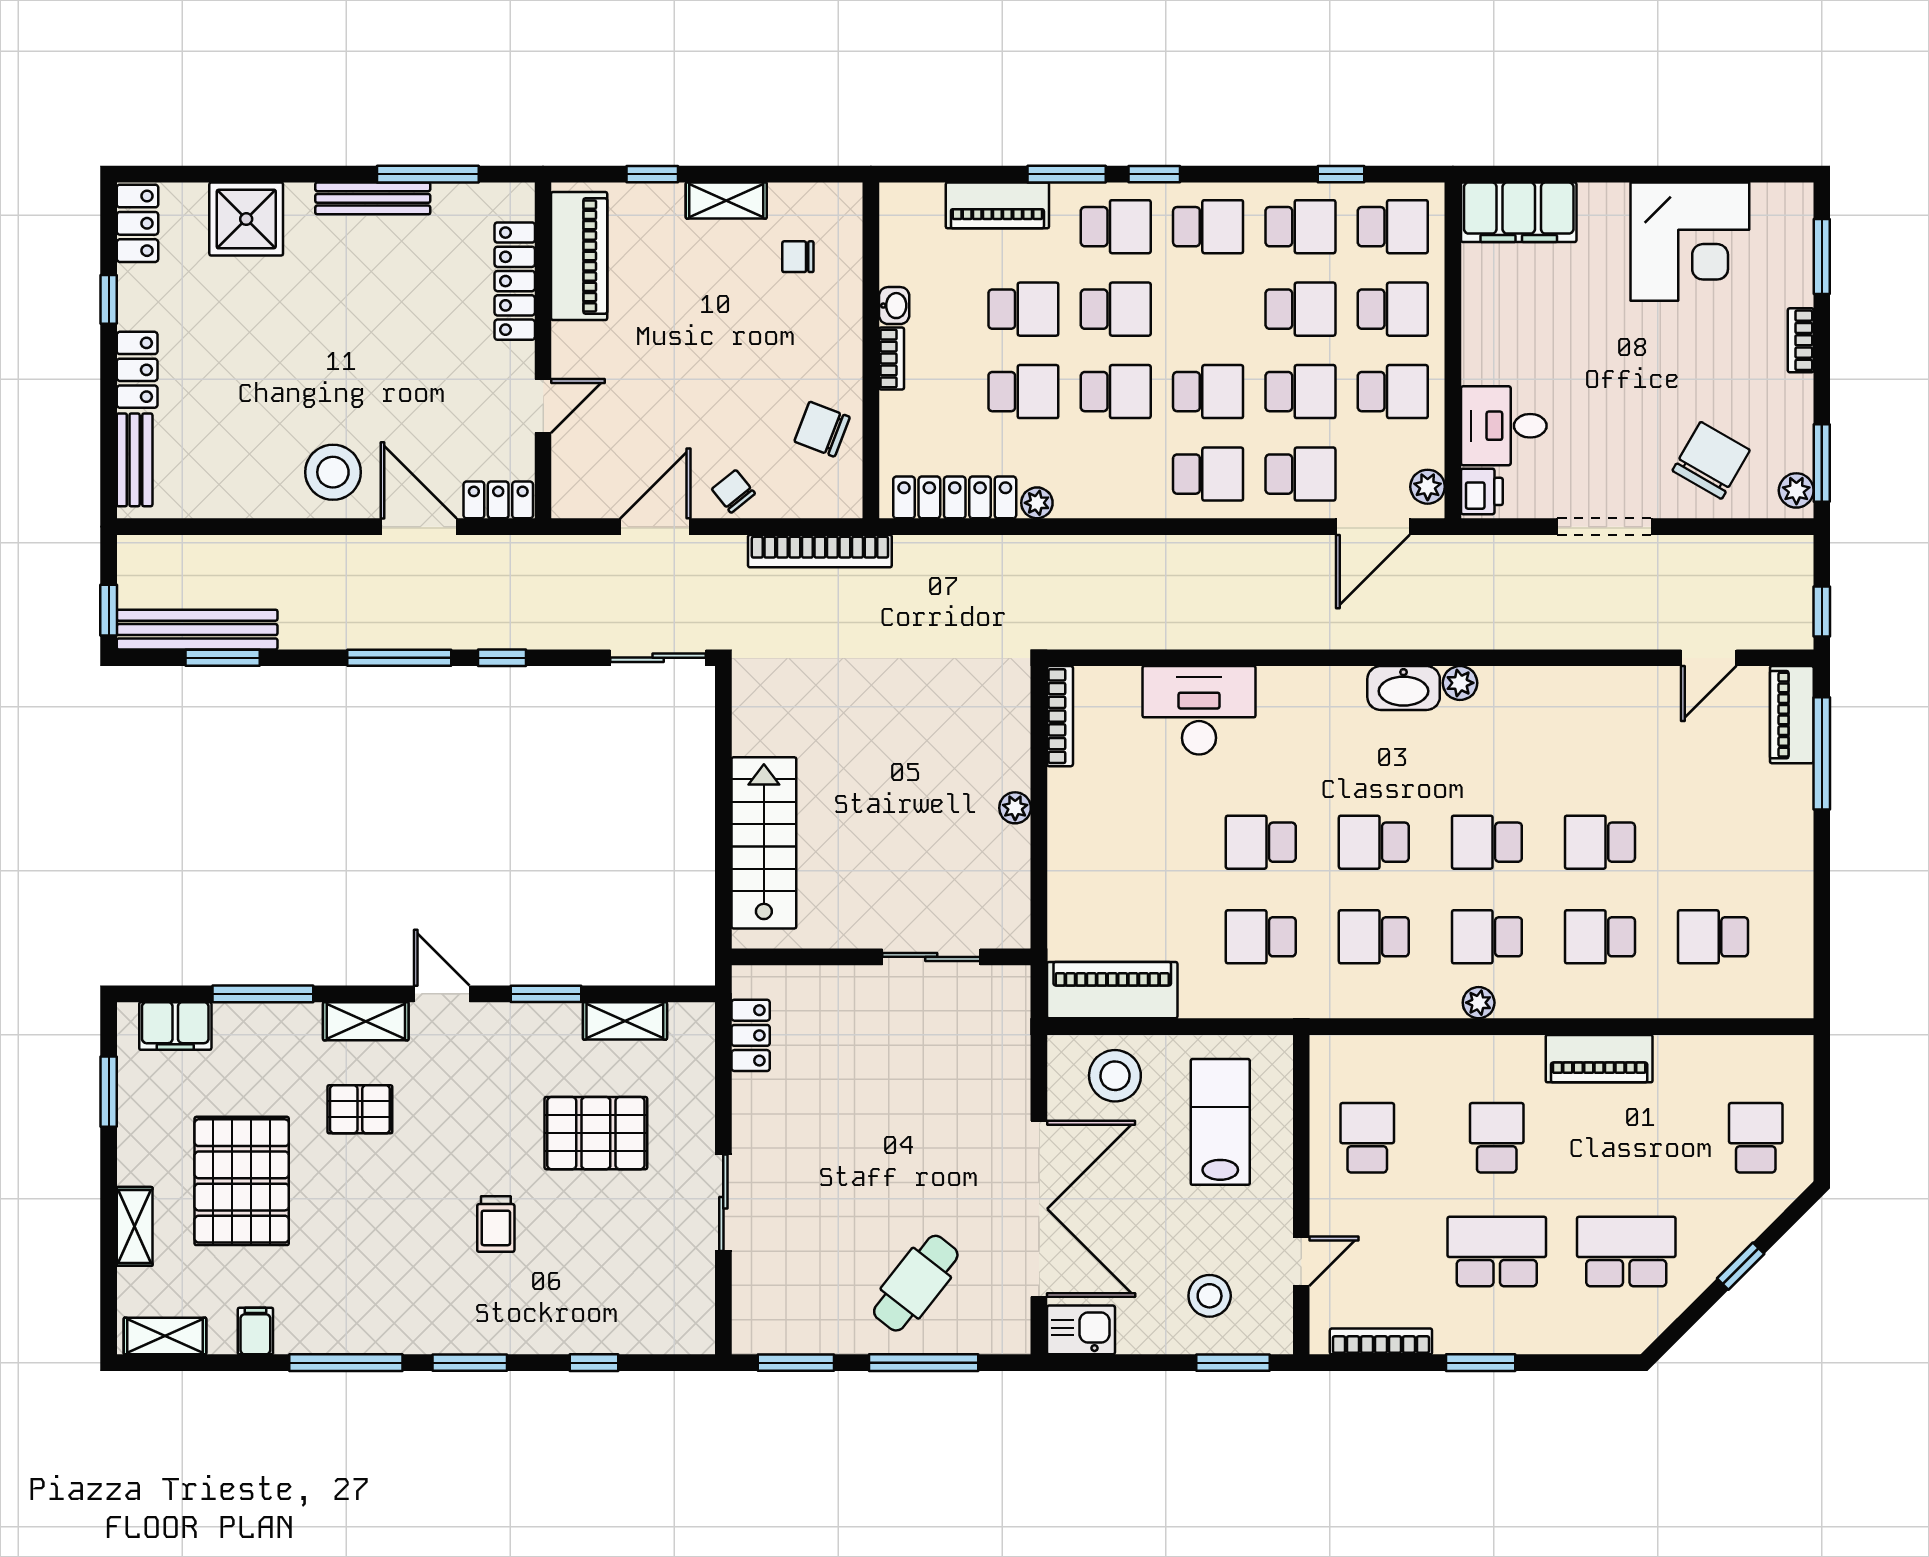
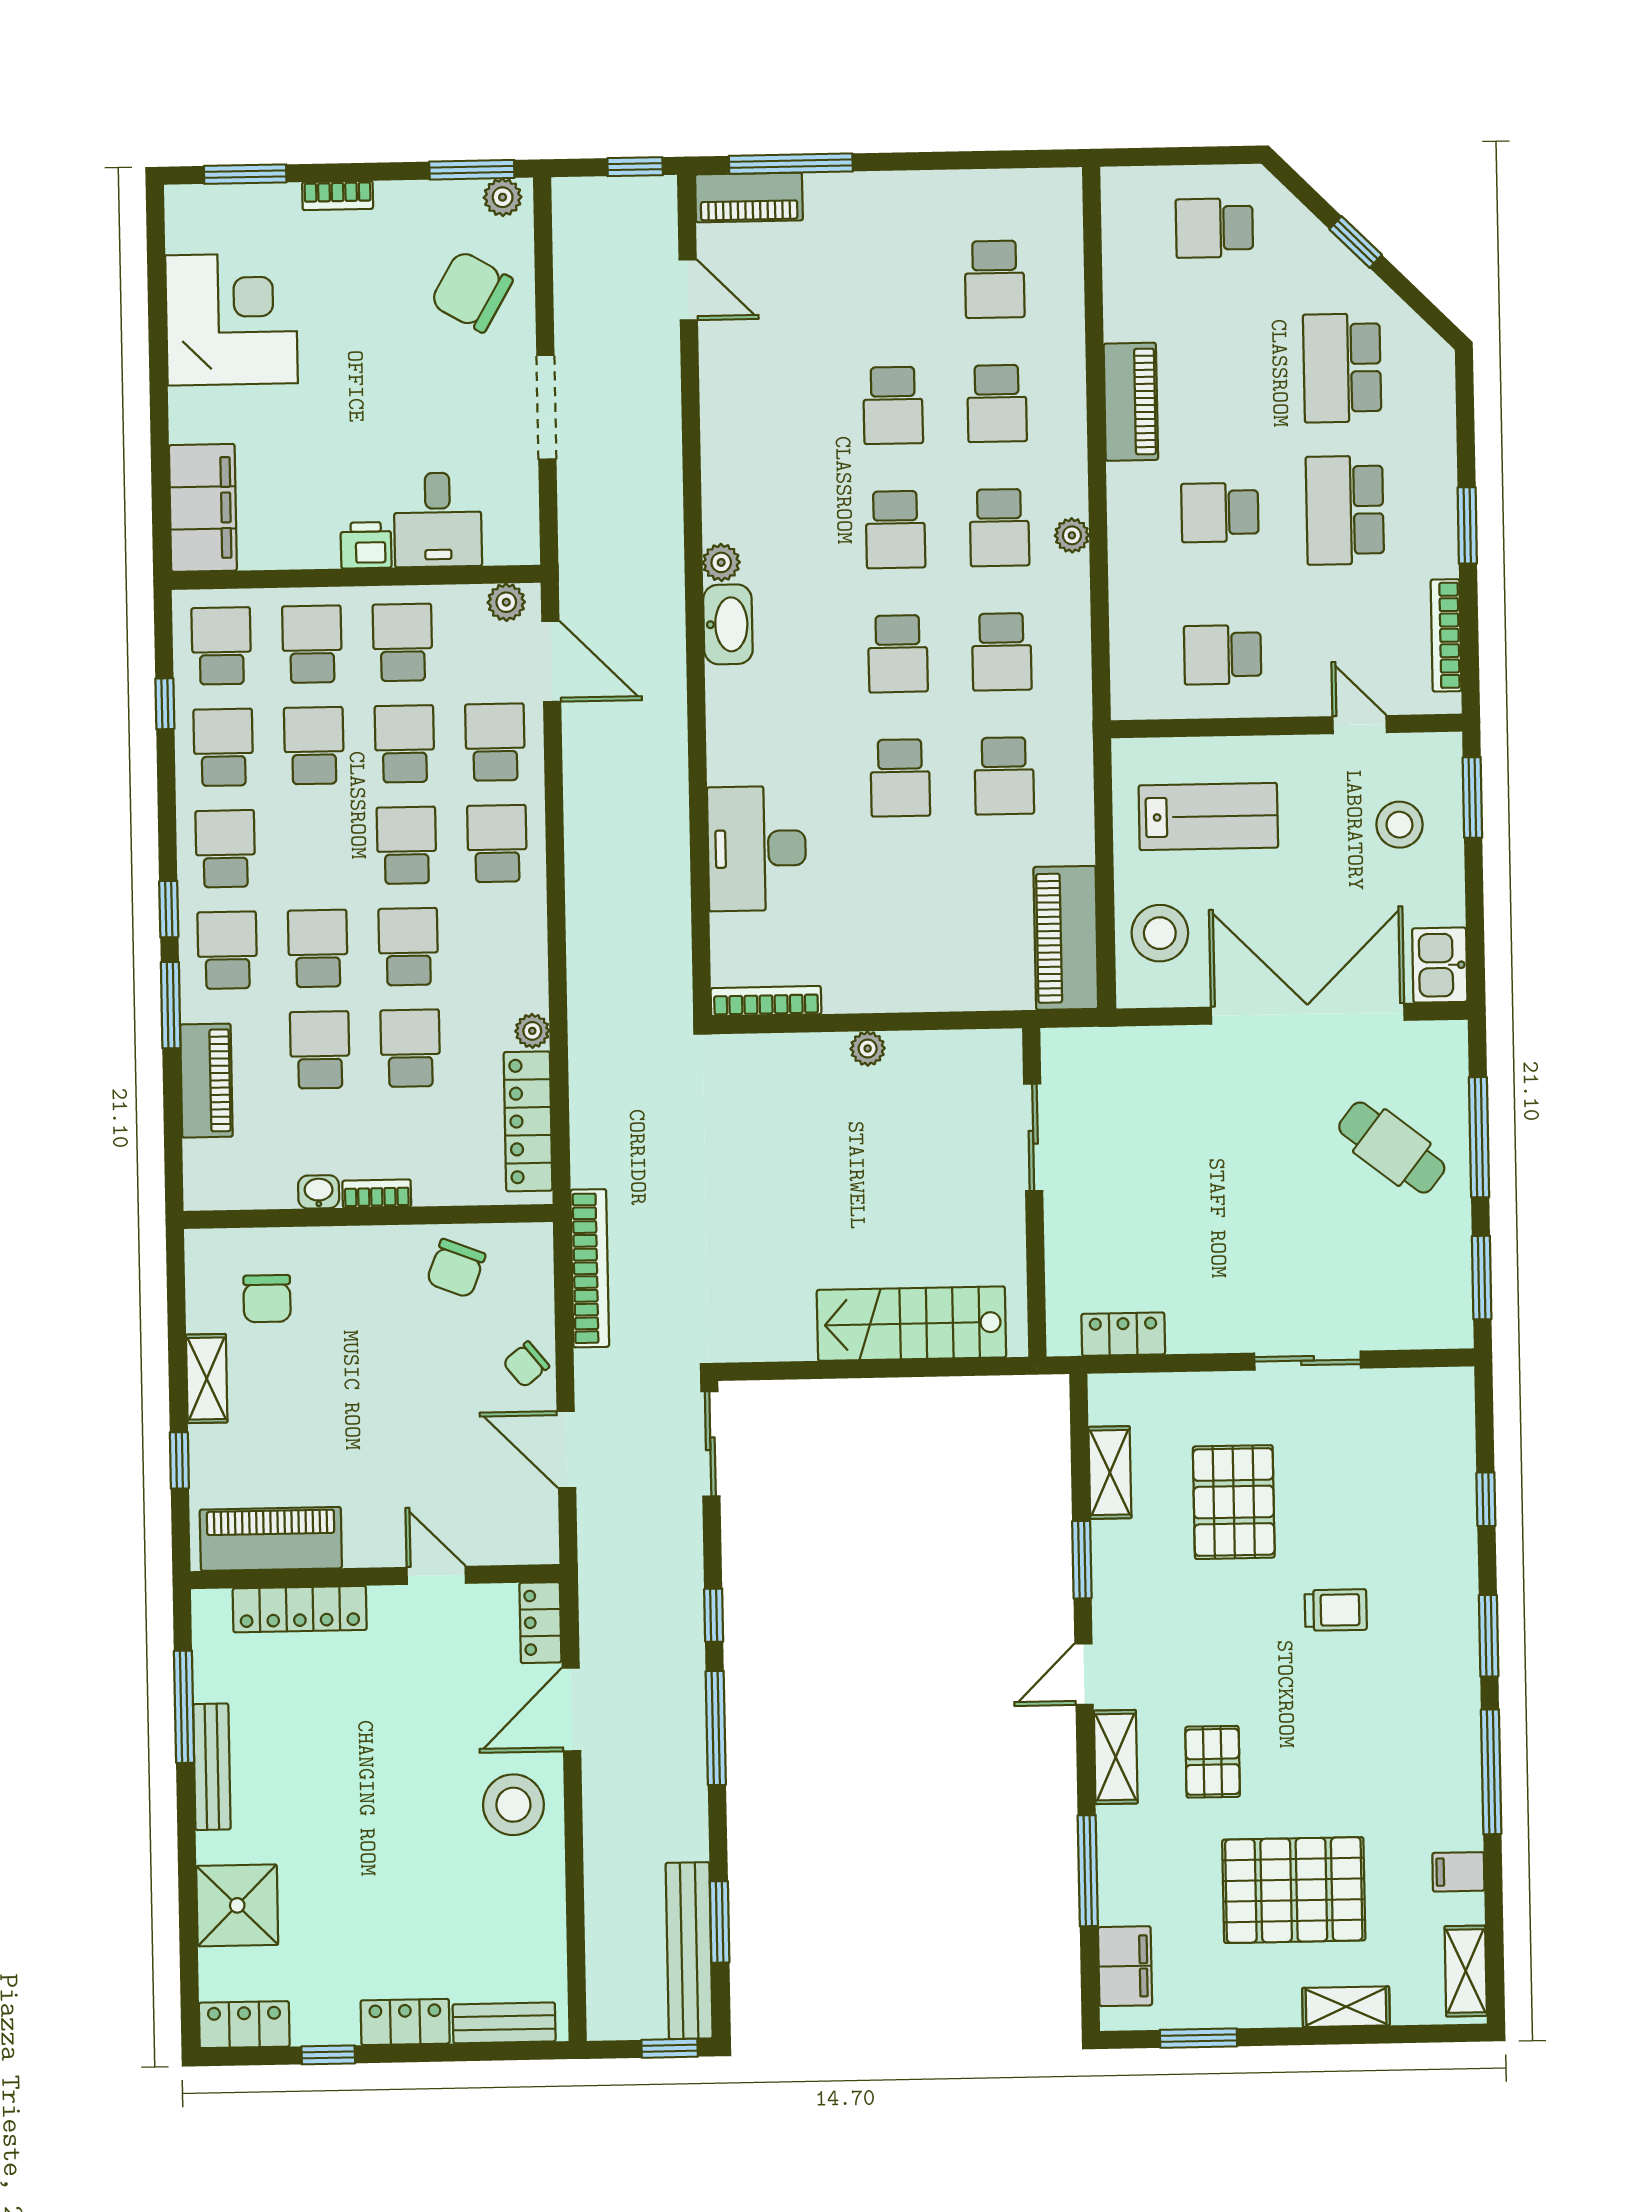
chair: (798, 257) -> (267, 1299), width x1.37, depth x1.37
printer: (1482, 491) -> (366, 545), moved
lab bench: (1220, 1122) -> (1208, 816), turned 180

